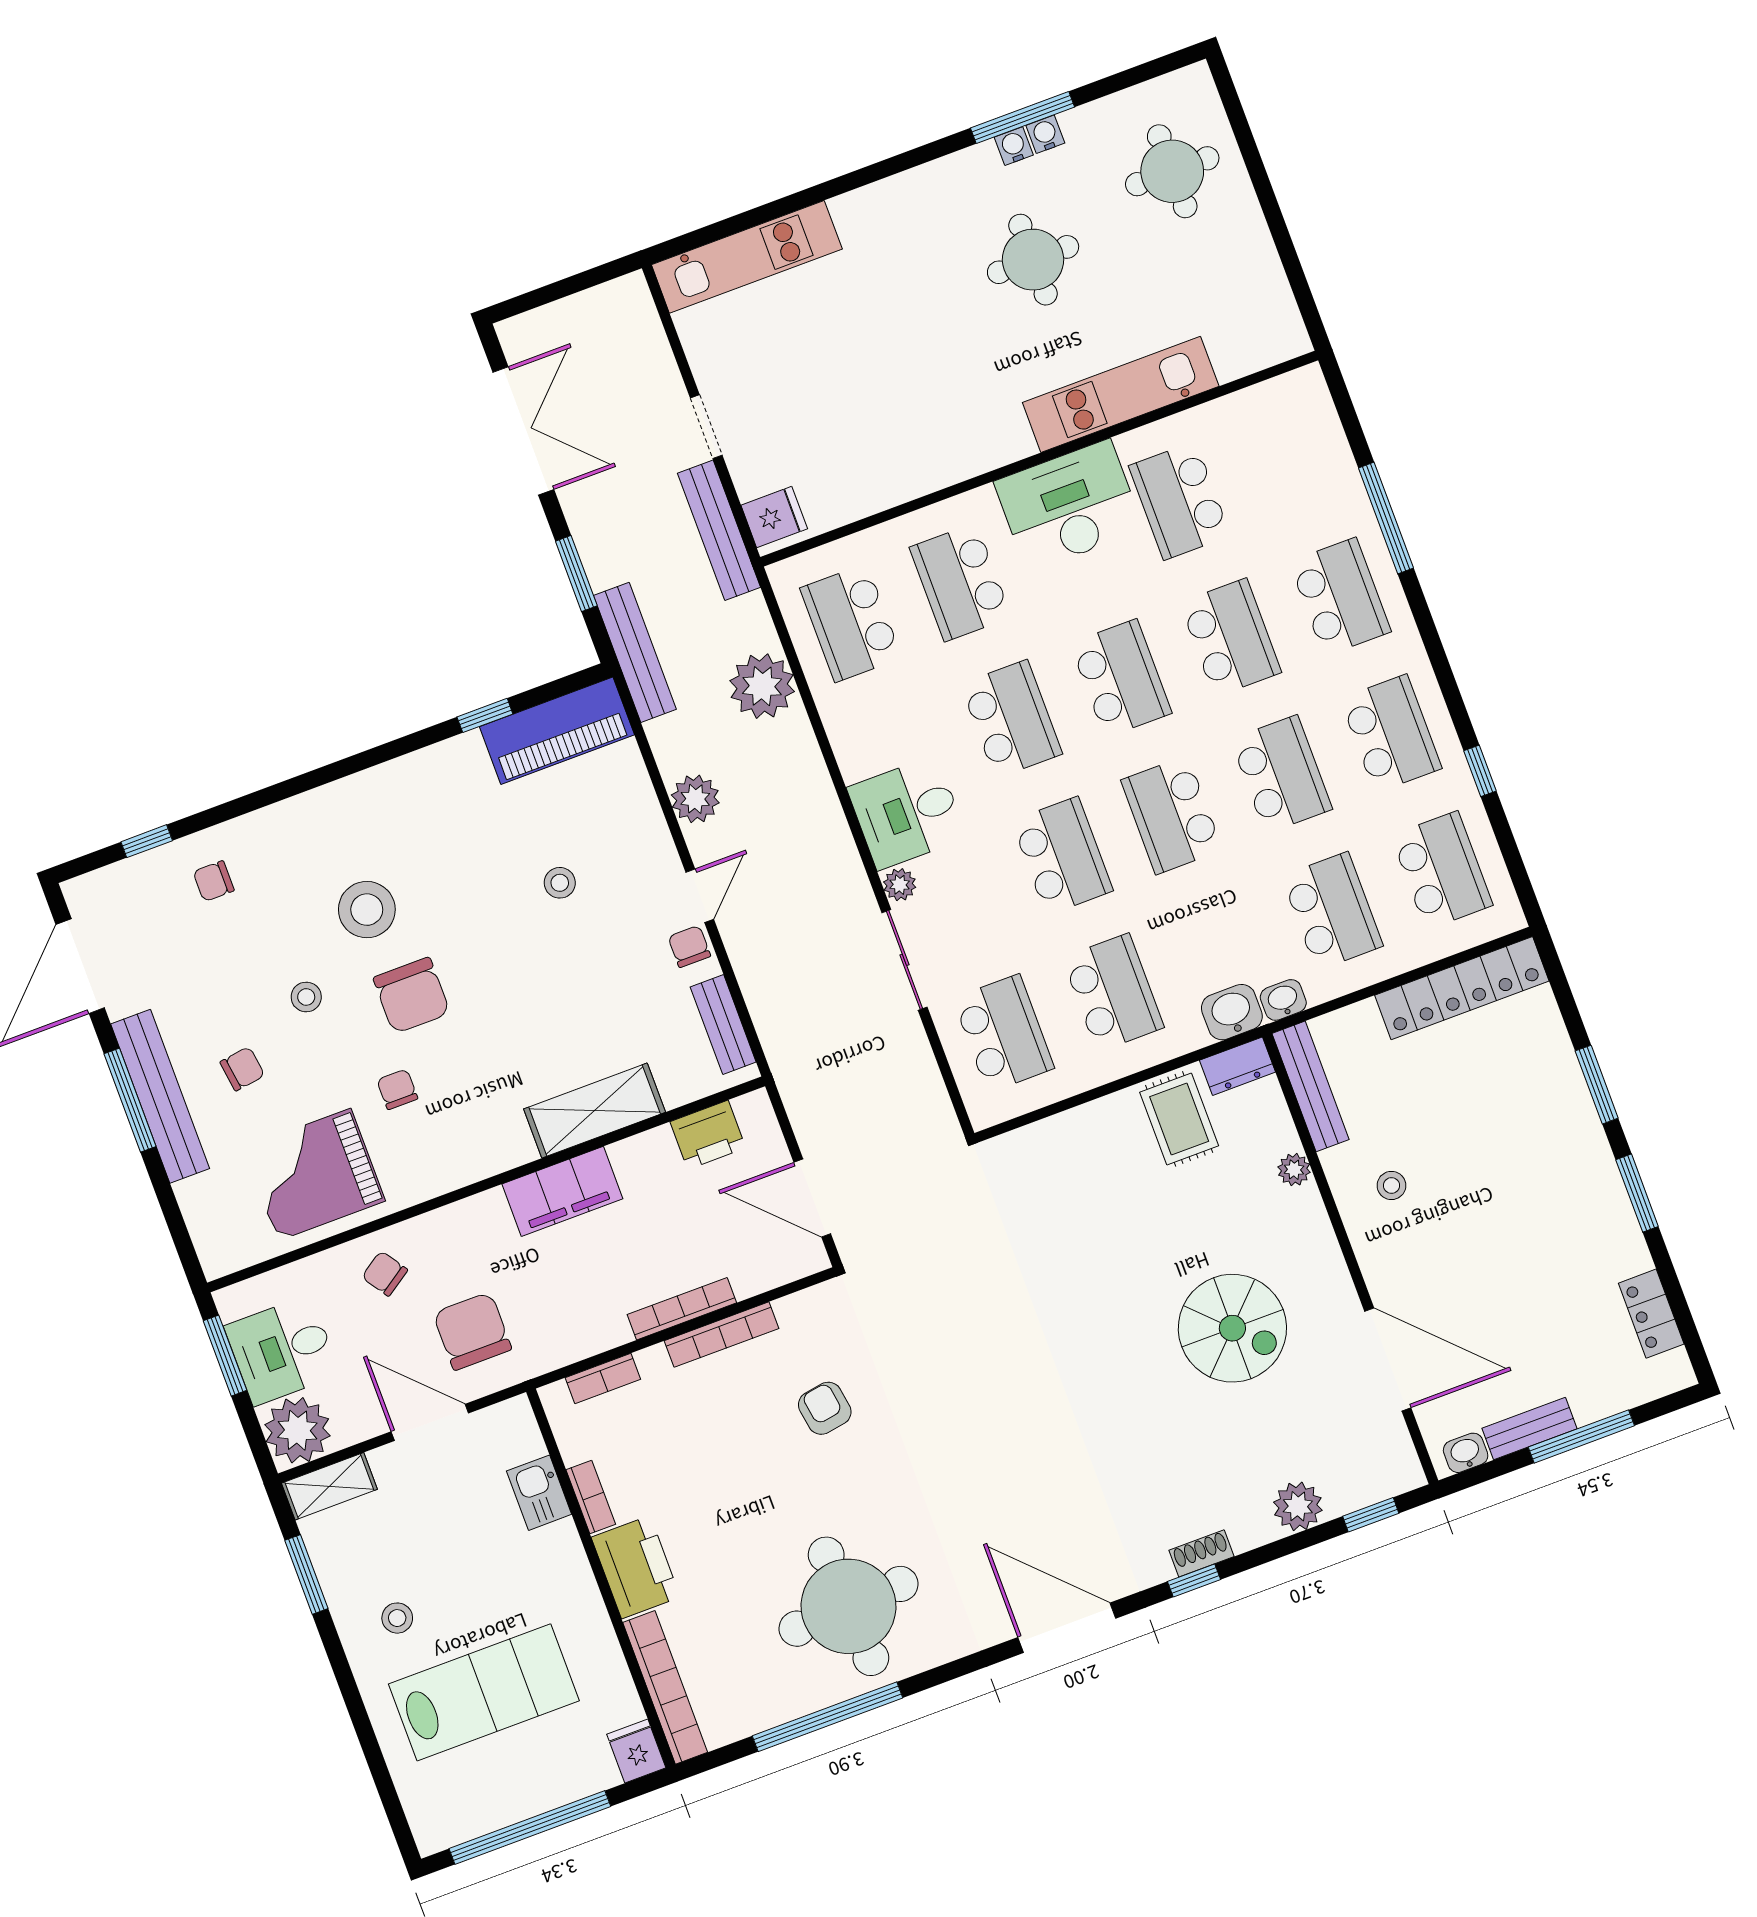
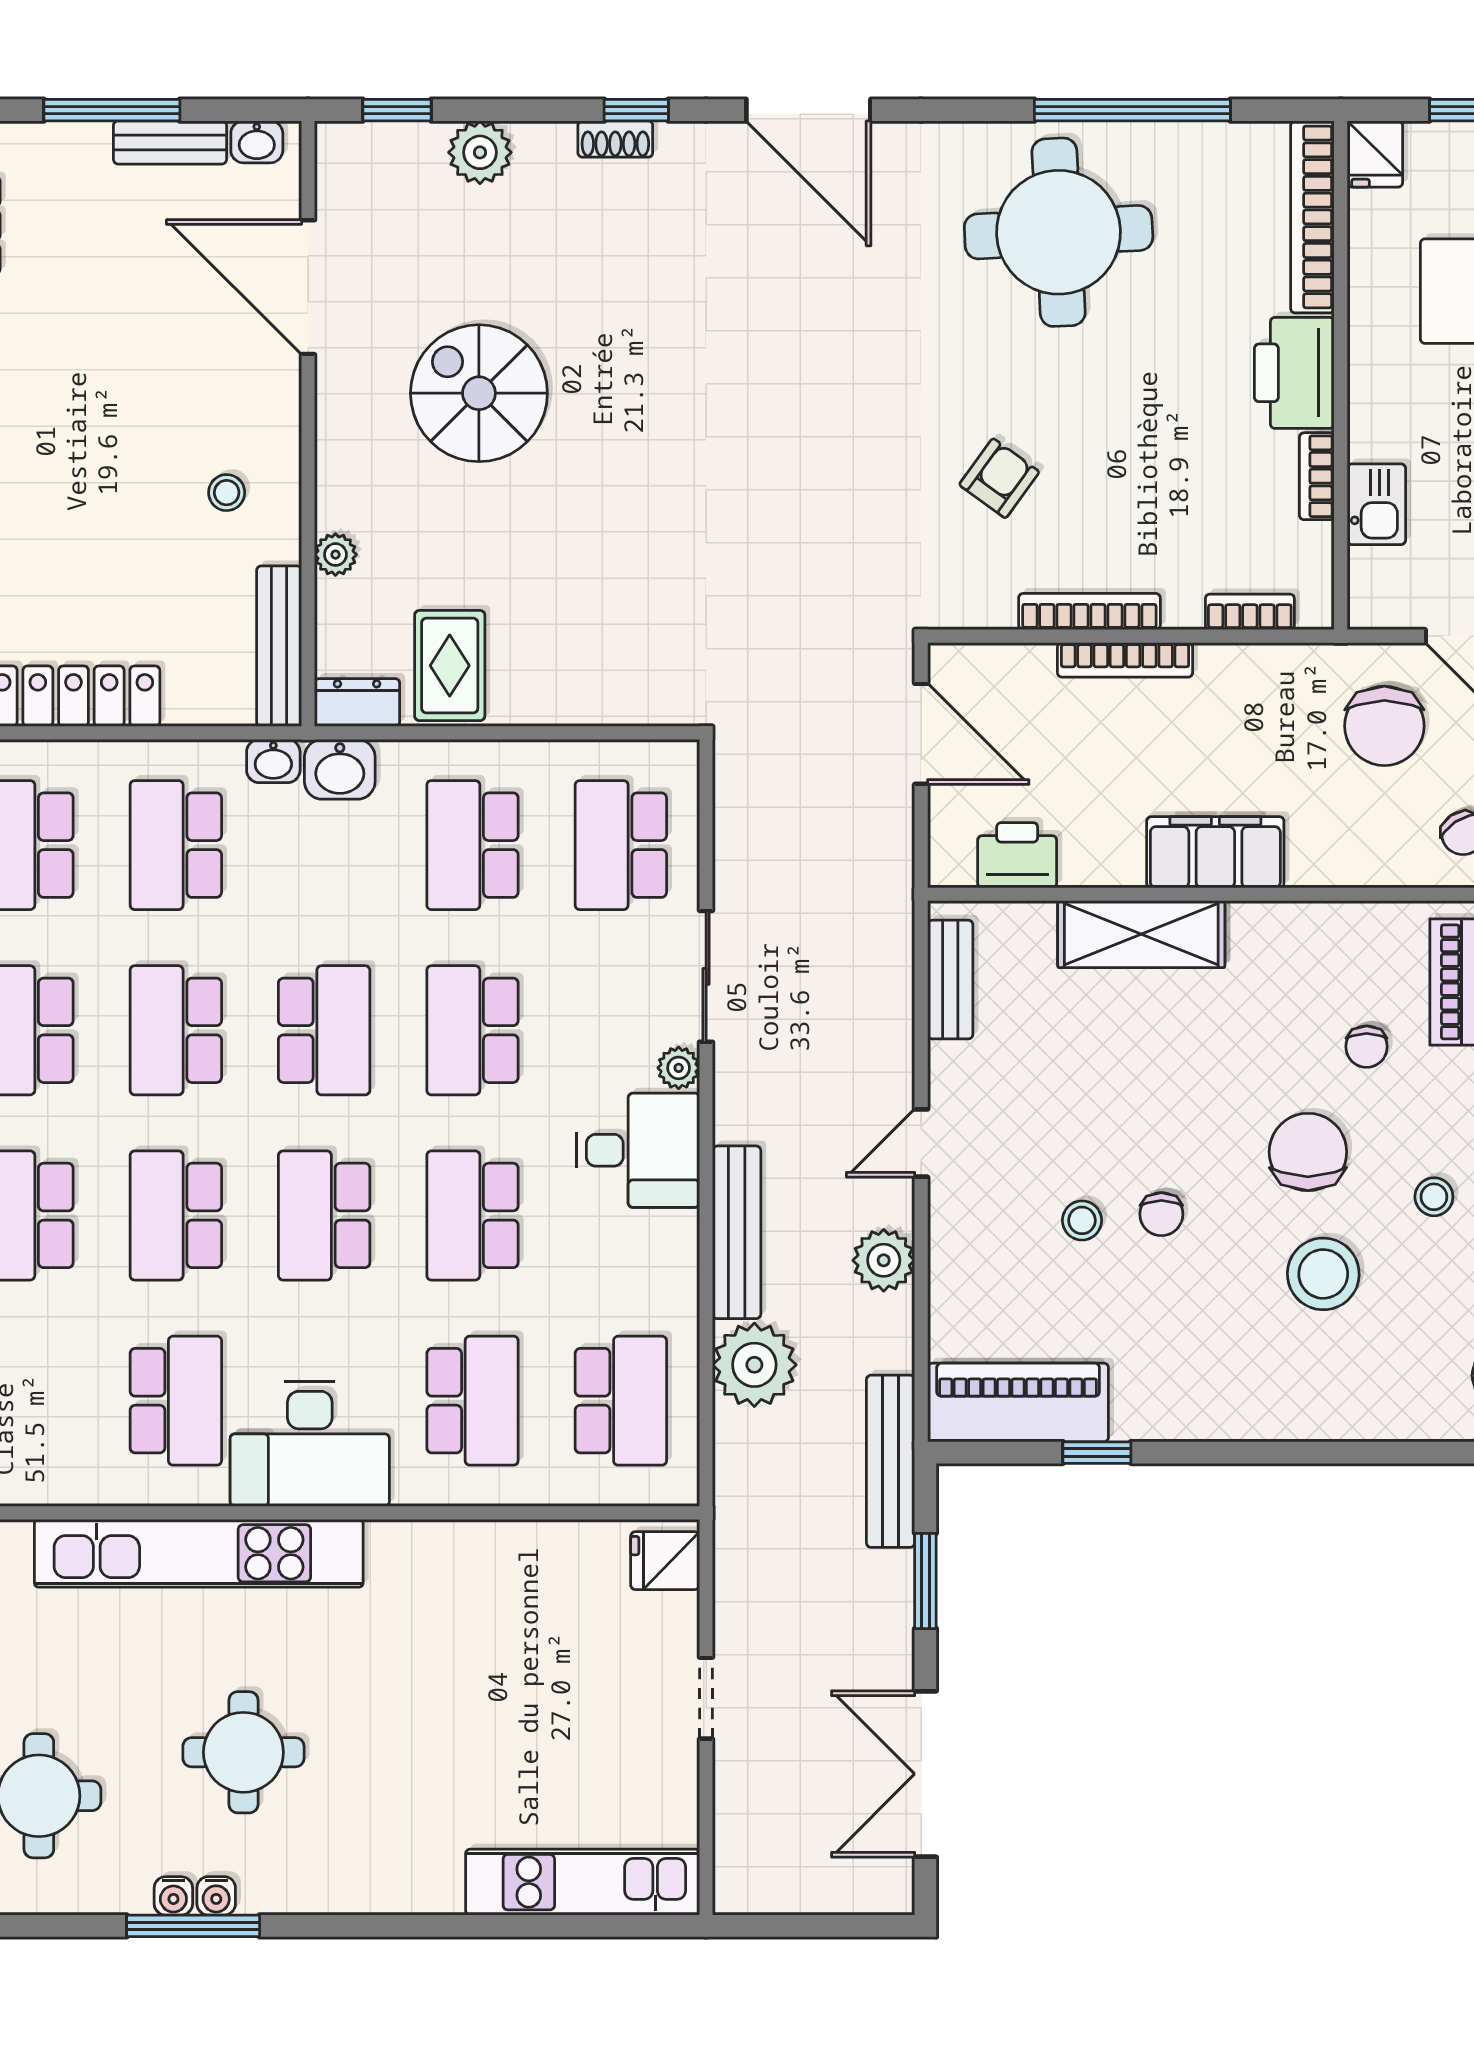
kitchen unit: (1121, 394) -> (199, 1553), width x1.36
bench: (719, 530) -> (737, 1232), moved
chair: (689, 946) -> (1161, 1214), moved
armchair: (825, 1408) -> (999, 478), turned -135

